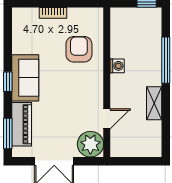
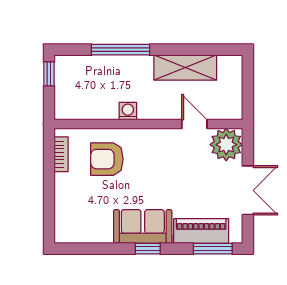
bookcase: (53, 13) -> (61, 154), moved
shelving: (154, 103) -> (185, 68), width x1.50, depth x1.33

